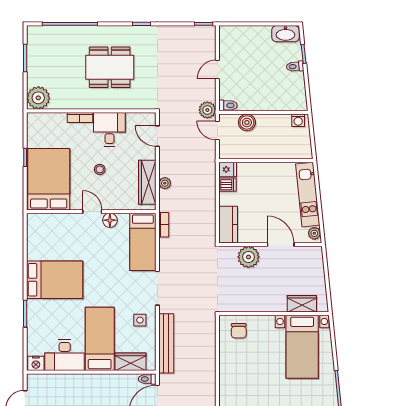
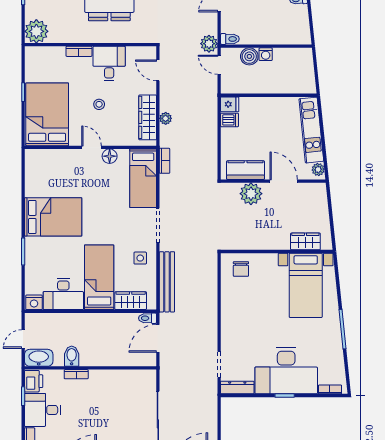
washing machine: (298, 120) -> (266, 54), moved
kitchen counter: (228, 225) -> (246, 170), moved, turned -90

